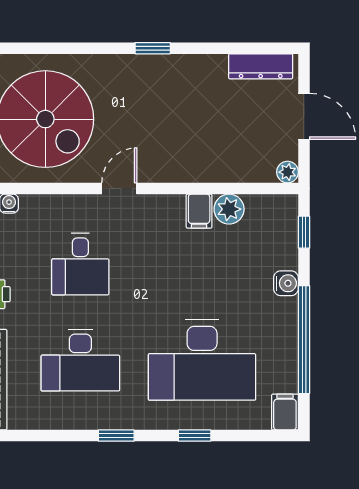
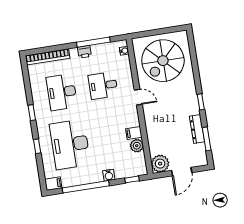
window: (239, 48) -> (207, 139), added
dresser: (261, 66) -> (197, 129), moved
plant: (288, 172) -> (160, 164), width x1.88, depth x1.88

